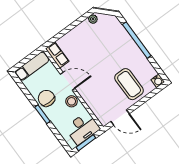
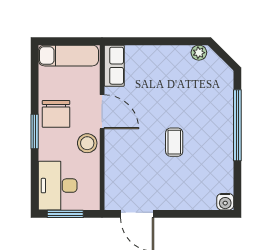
coffee table: (129, 84) -> (174, 142), moved, width x0.54, depth x0.58
chair: (46, 98) -> (56, 114), turned 180
desk: (83, 128) -> (58, 186), moved, turned 90

